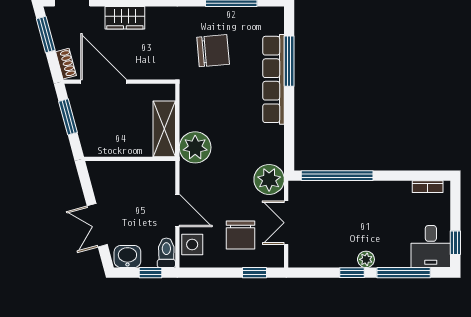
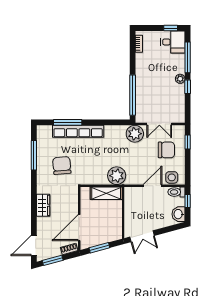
wardrobe: (125, 18) -> (43, 205), moved
double door: (97, 225) -> (142, 236), moved

